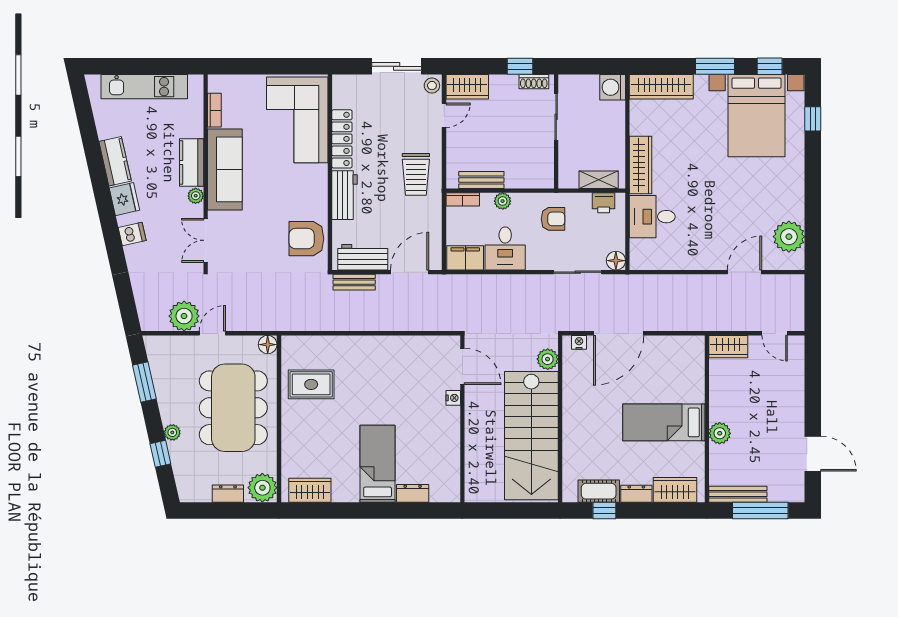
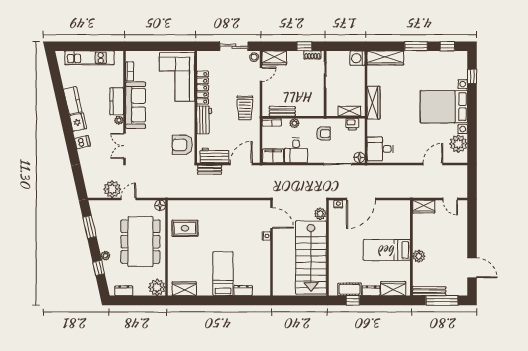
bed with nightstands: (756, 116) -> (444, 107), moved, turned 90
desk: (652, 217) -> (380, 149), moved
dresser: (228, 494) -> (124, 291), moved

